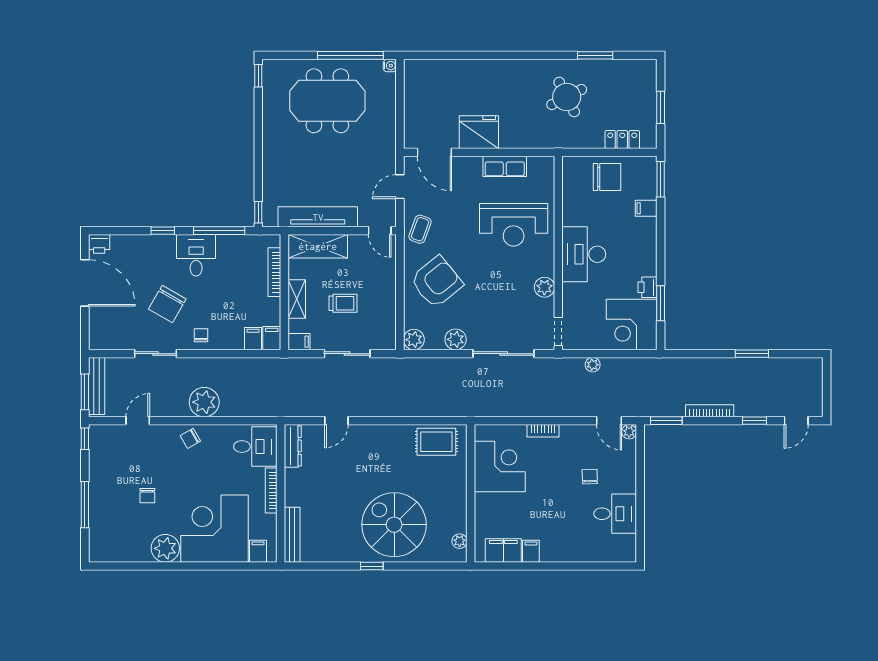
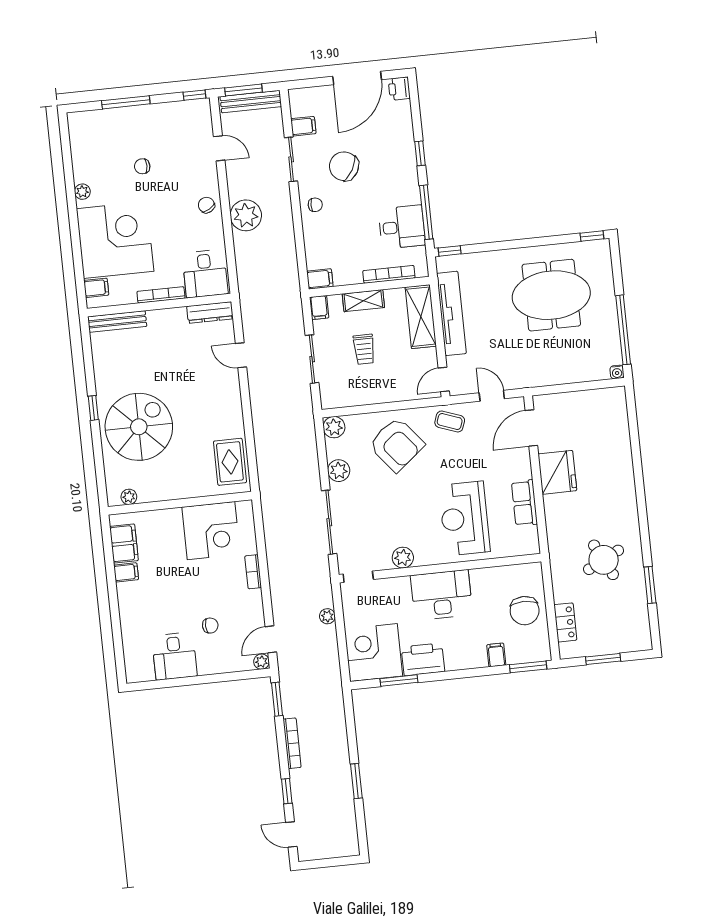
meeting table: (327, 101) -> (551, 295), moved, turned 90
desk: (196, 255) -> (402, 227), moved
printer: (648, 287) -> (423, 659), width x1.87, depth x1.48
filing cabinet: (253, 339) -> (303, 126), moved
plant: (165, 548) -> (82, 192), width x0.53, depth x0.53

